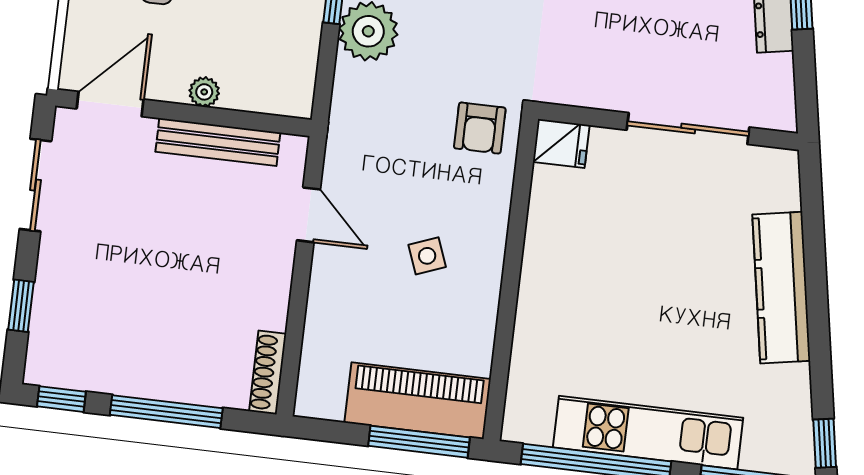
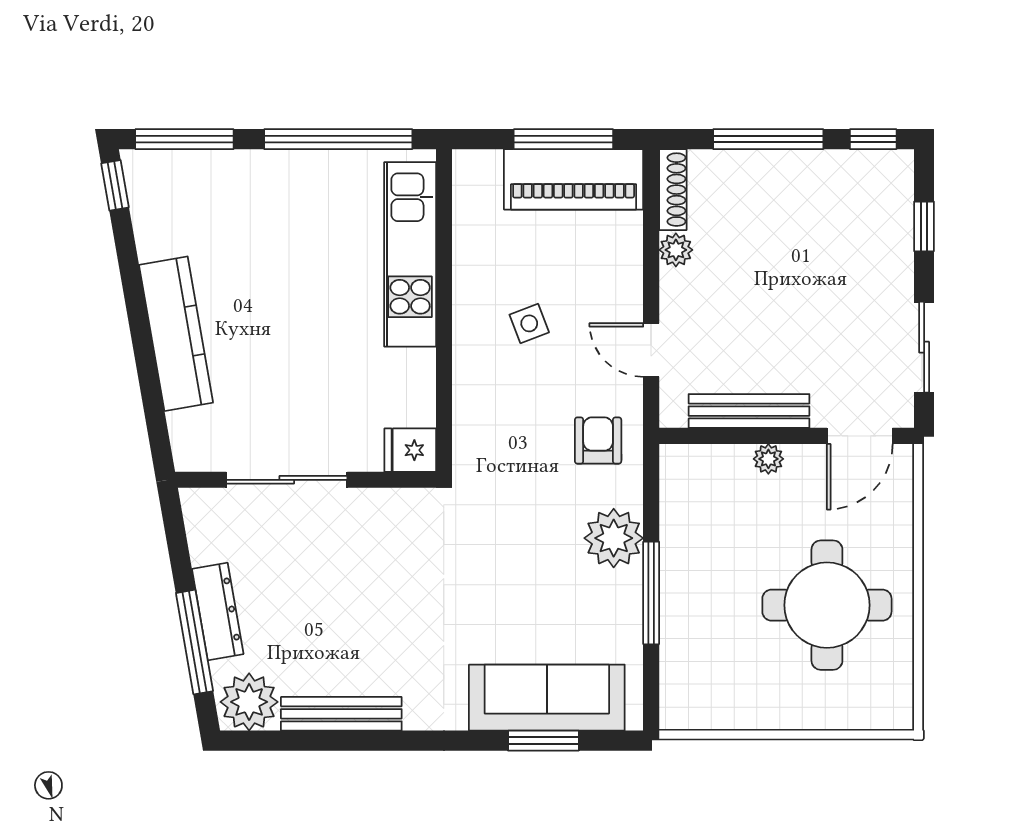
armchair: (480, 128) -> (598, 441), moved
plant: (272, 312) -> (676, 250), added
piano: (418, 401) -> (574, 179), moved
kitchen unit: (648, 433) -> (410, 254), moved, turned 90
window: (419, 442) -> (563, 139), moved

